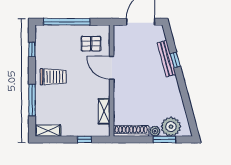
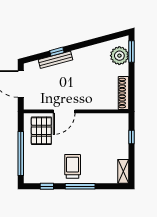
pallet: (91, 44) -> (41, 131), width x1.50, depth x1.42
window: (32, 100) -> (80, 186), moved
shelving: (104, 111) -> (105, 118), removed
plant: (155, 131) -> (124, 71), removed
window: (164, 139) -> (131, 51), moved

